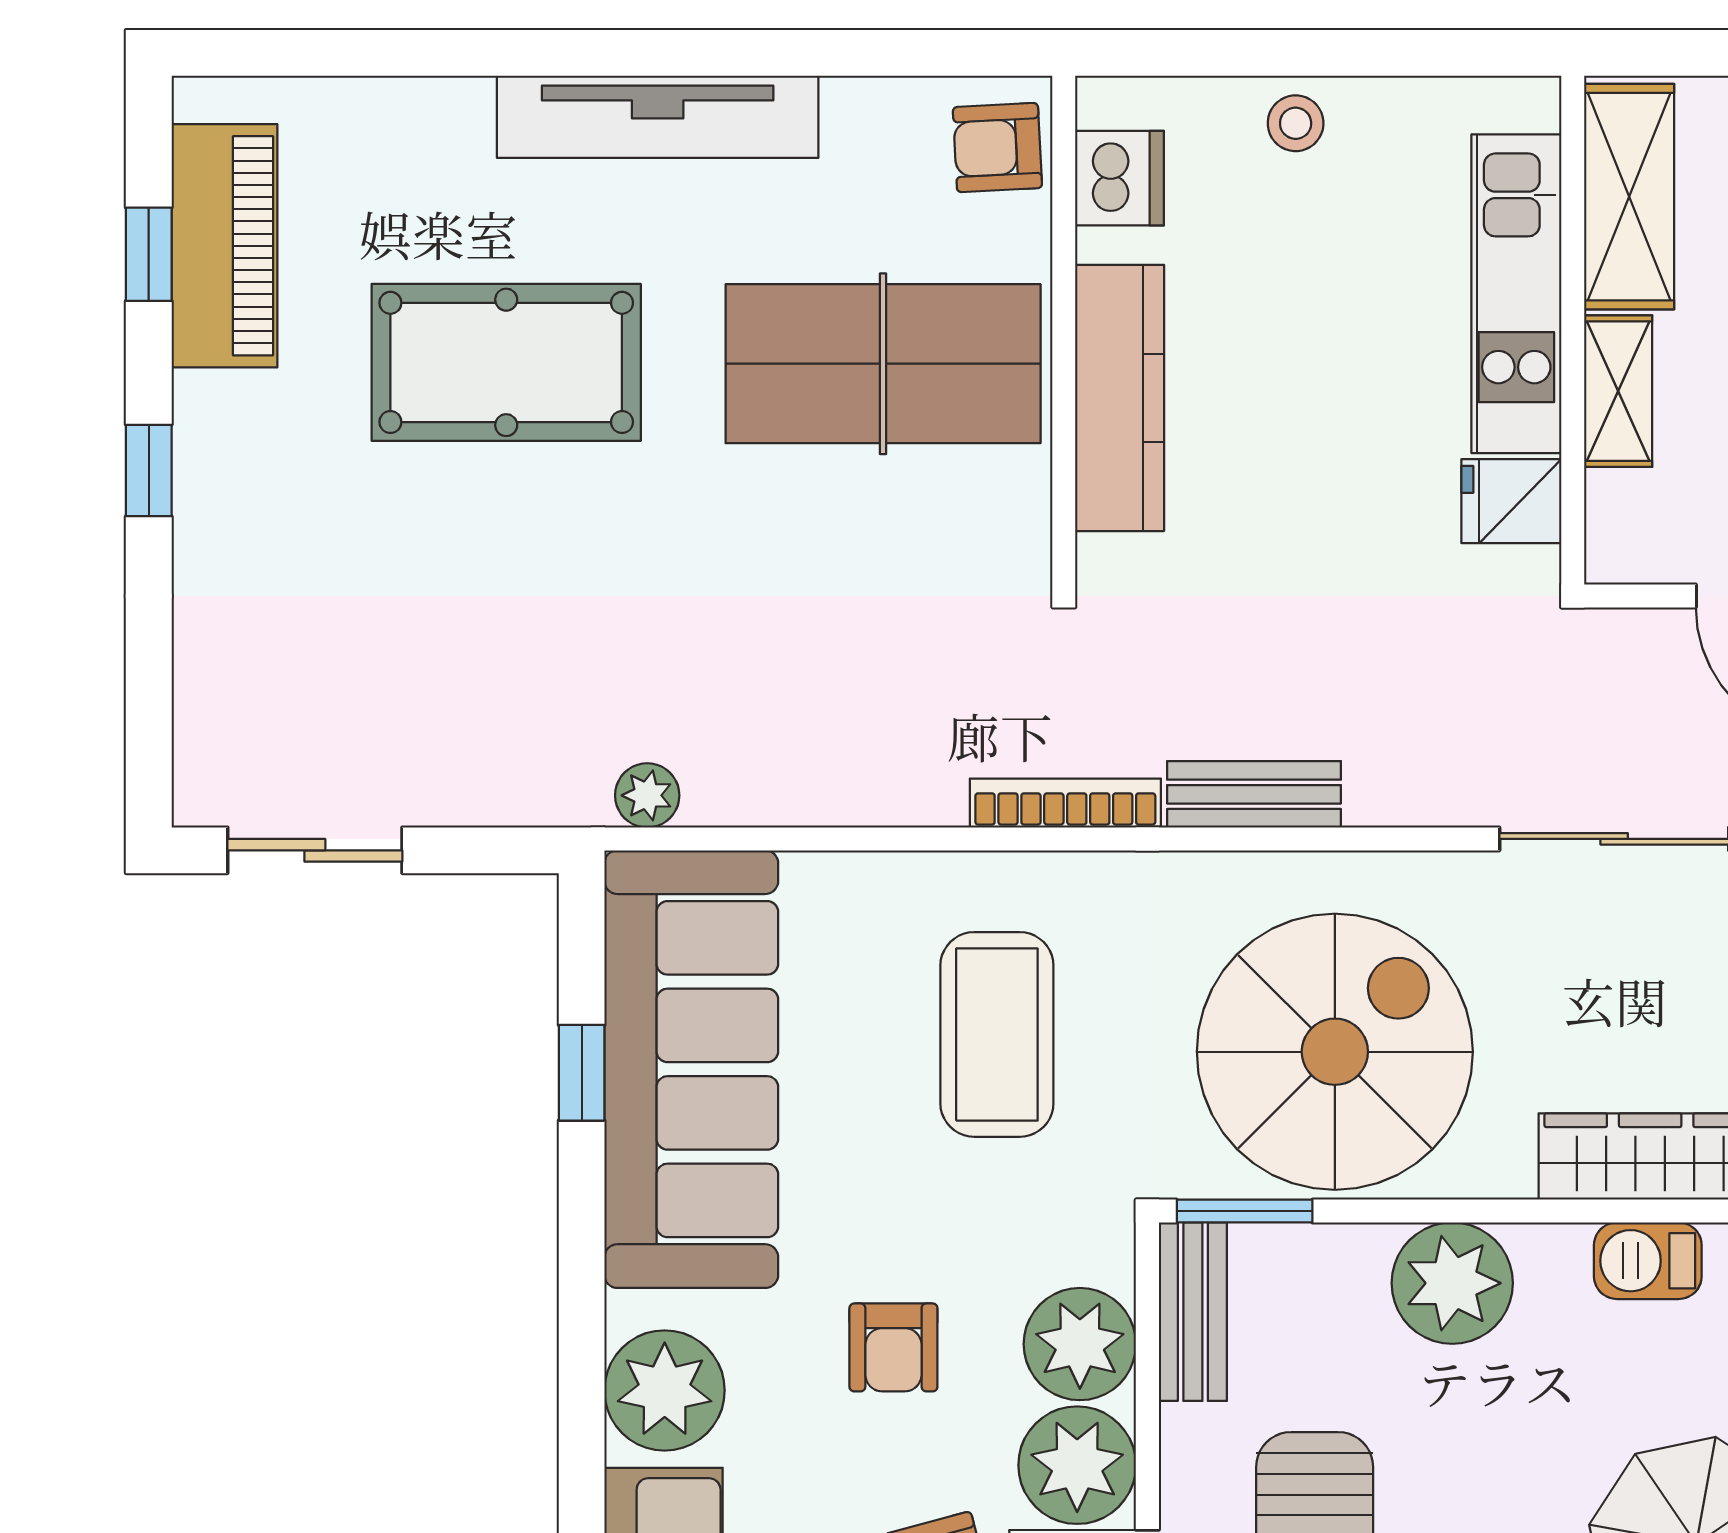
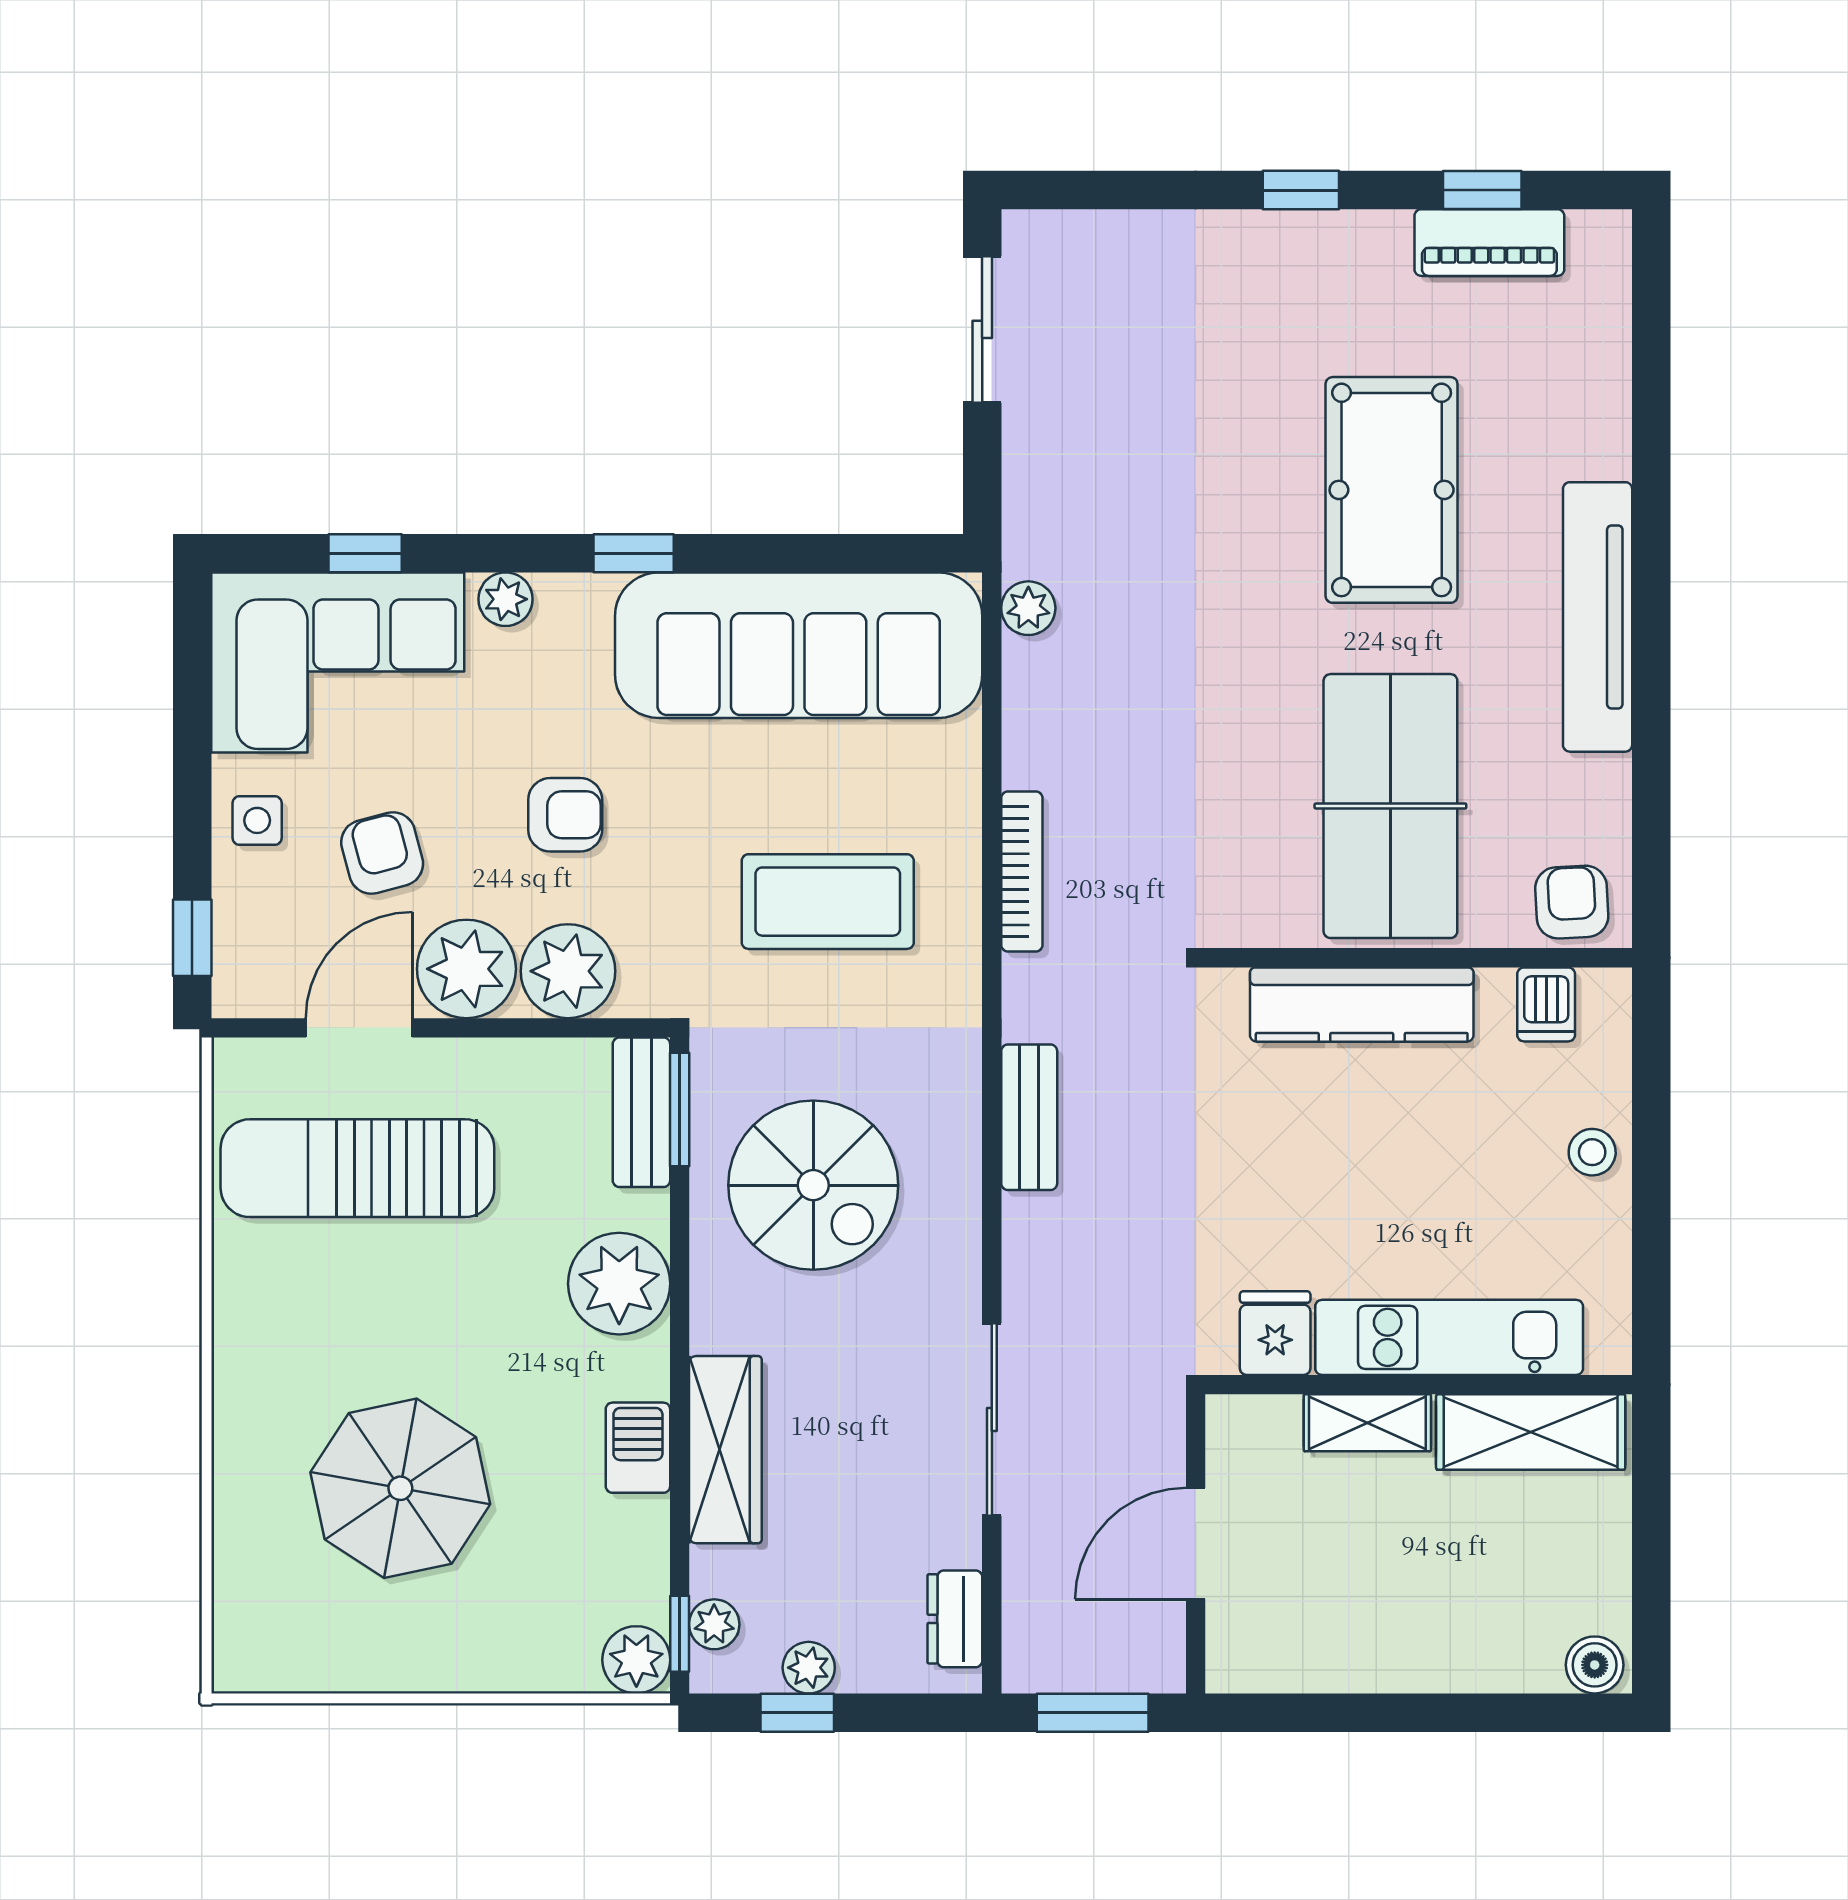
dishwasher: (1119, 178) -> (1546, 1004), width x0.73
piano: (224, 246) -> (1489, 243), width x0.73, depth x0.75
bookcase: (1065, 803) -> (1022, 871), moved
spiral stairs: (1335, 1052) -> (813, 1185), width x0.73, depth x0.73
window: (582, 1073) -> (634, 553), moved
bench: (1193, 1312) -> (641, 1112), moved, turned 90
armchair: (893, 1347) -> (565, 815), turned 180
plant: (665, 1390) -> (506, 599), width x0.53, depth x0.53

